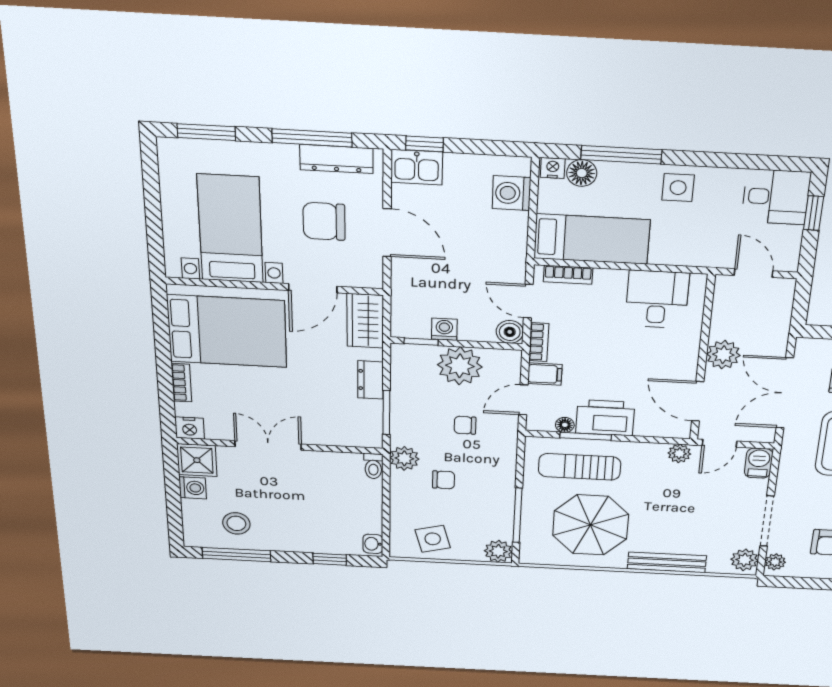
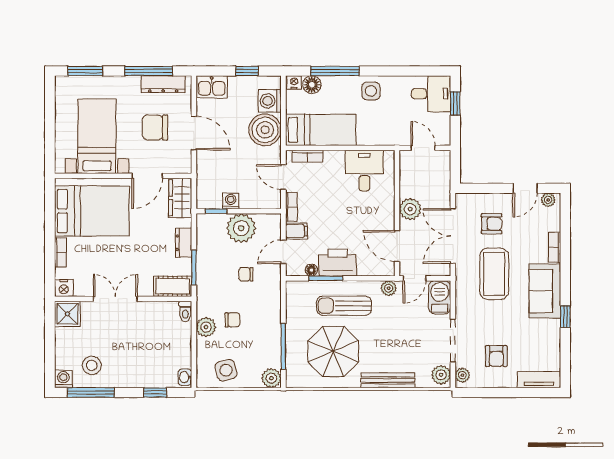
window: (425, 144) -> (247, 71), moved
boiler: (510, 332) -> (265, 130), moved, width x1.86, depth x1.86
cot: (354, 434) -> (173, 286), added
plant: (404, 458) -> (206, 327), moved
barbecue: (759, 463) -> (440, 297), width x1.38, depth x1.27
sun lounger: (580, 467) -> (344, 306), moved
washing machine: (193, 488) -> (63, 379), moved, turned -90

